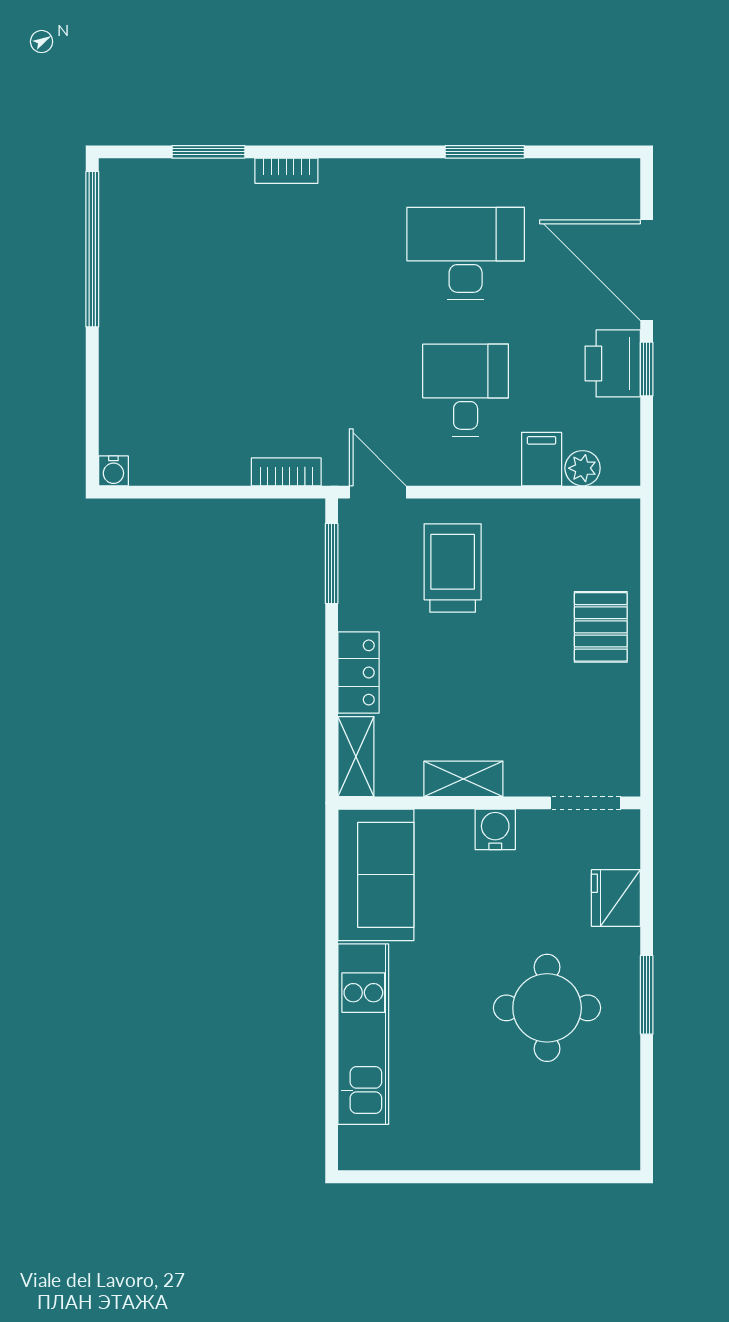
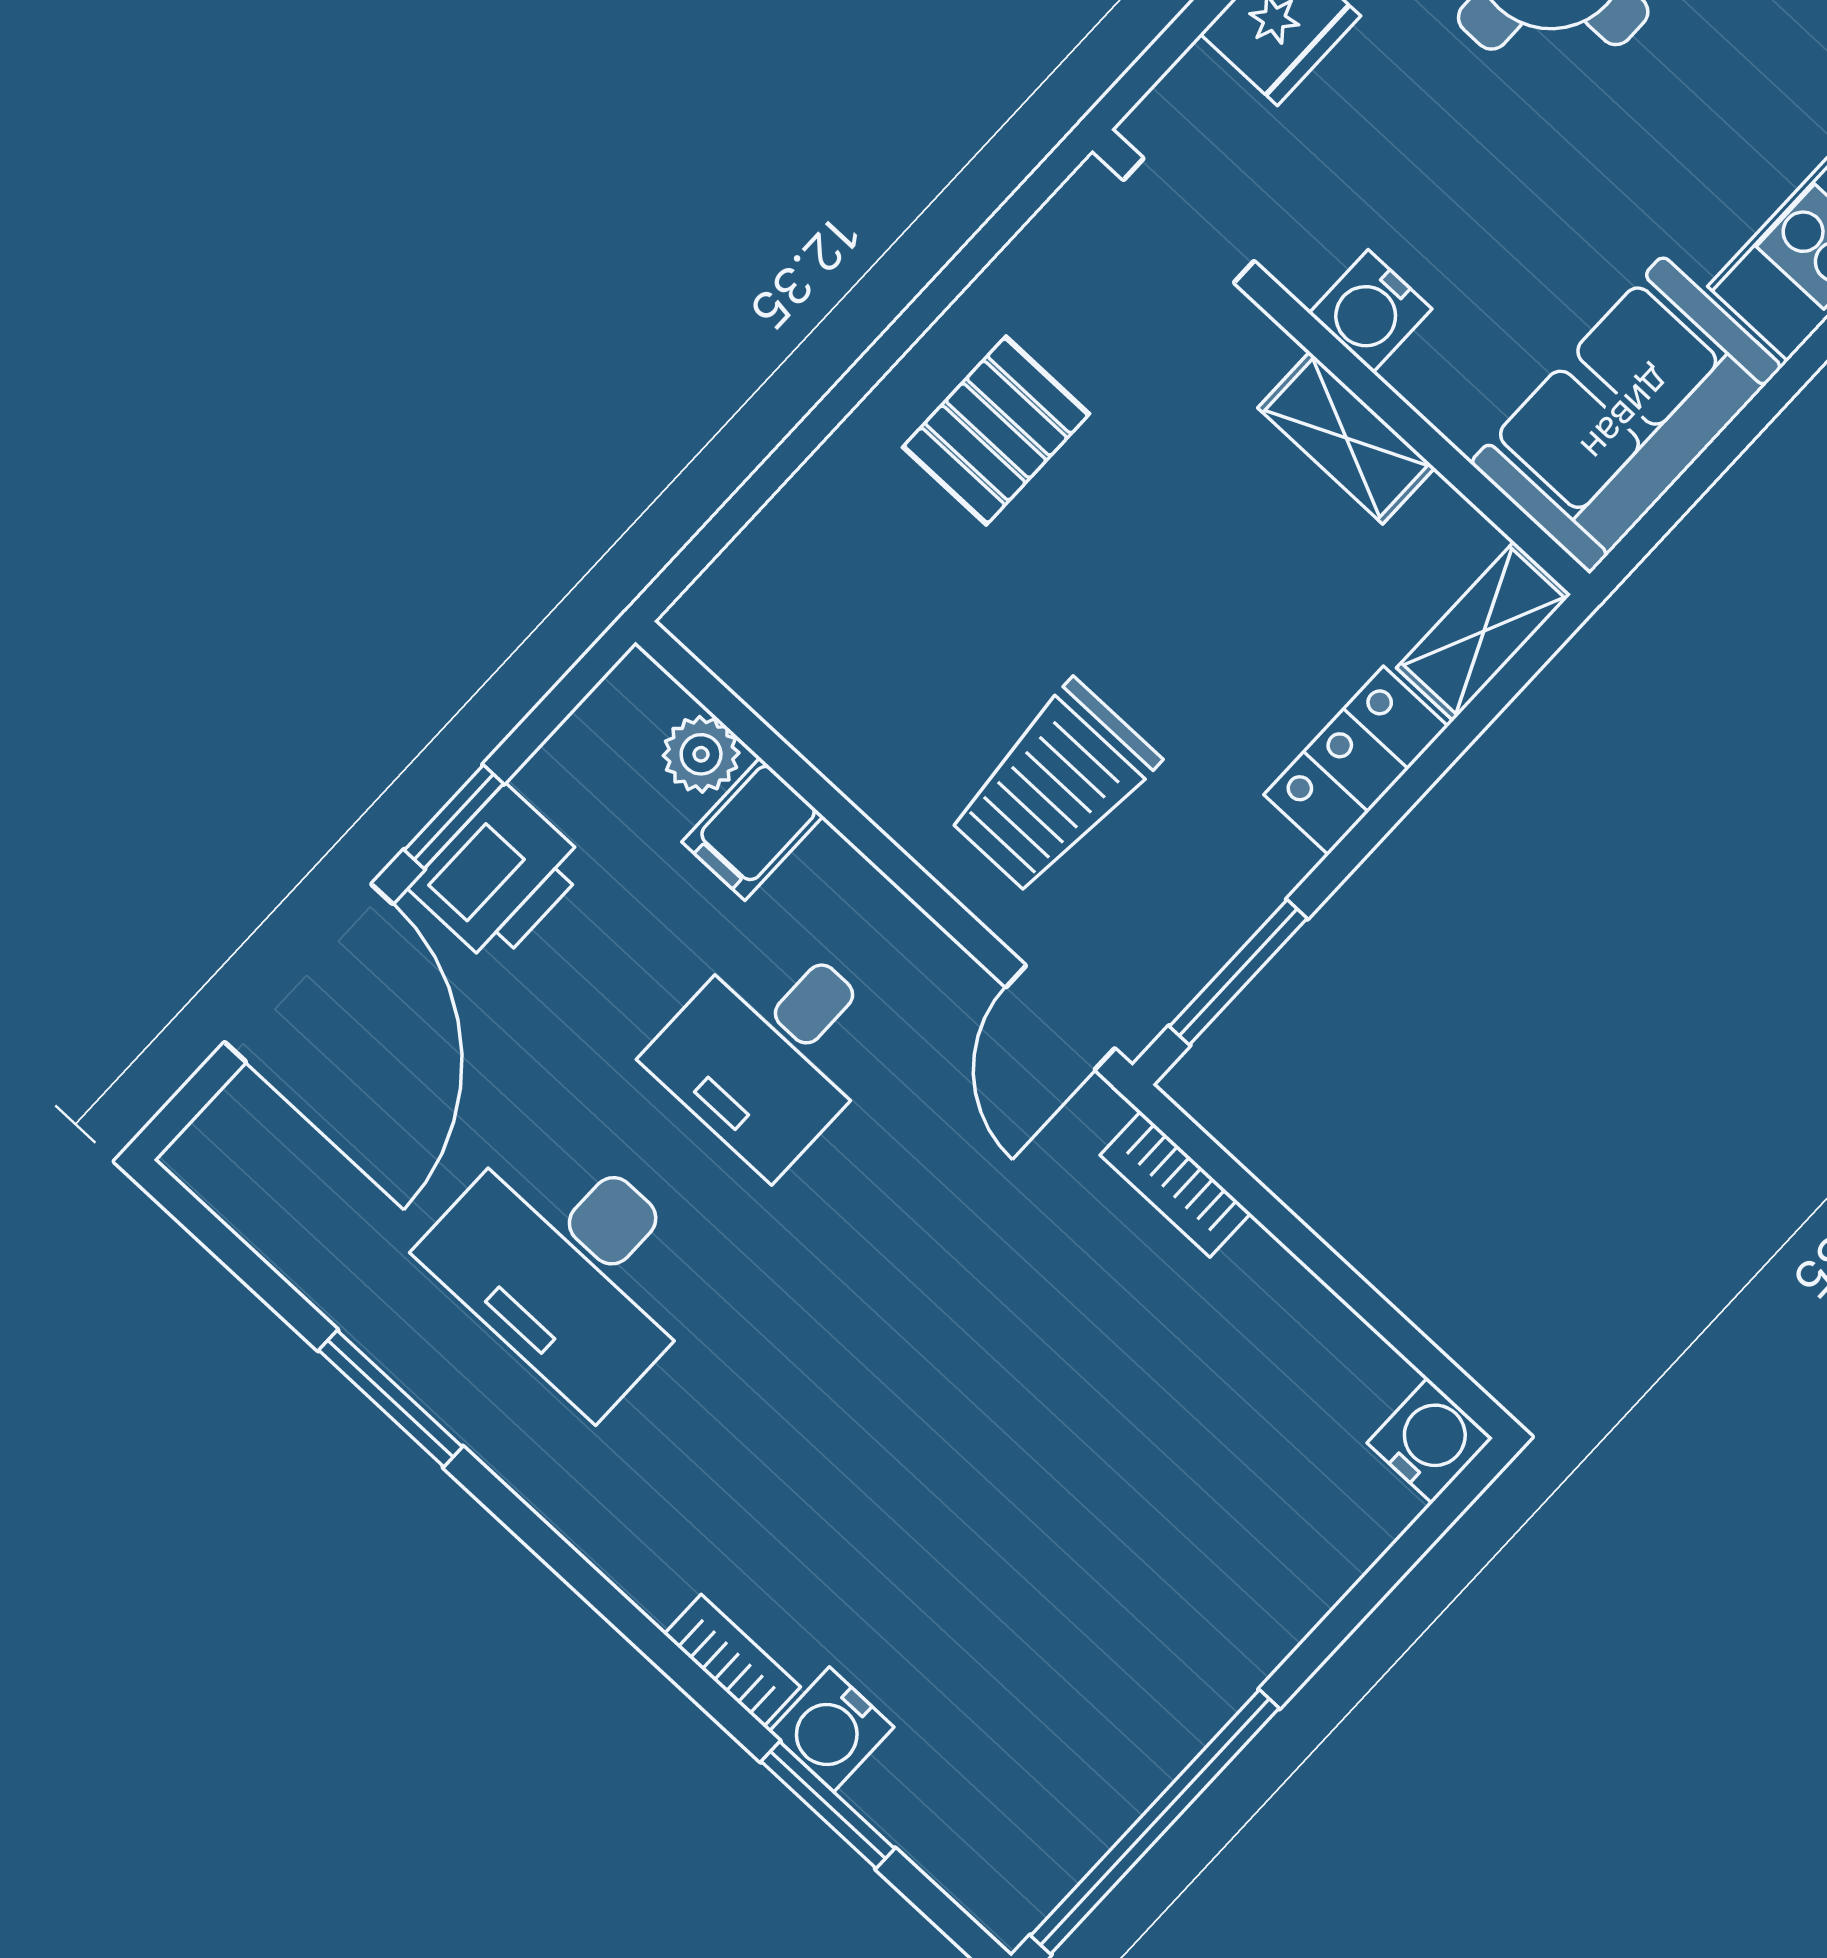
water cooler: (231, 179) -> (832, 1729), added
water cooler: (113, 471) -> (1430, 1441), width x1.38, depth x1.38
pallet: (601, 627) -> (996, 431), moved

